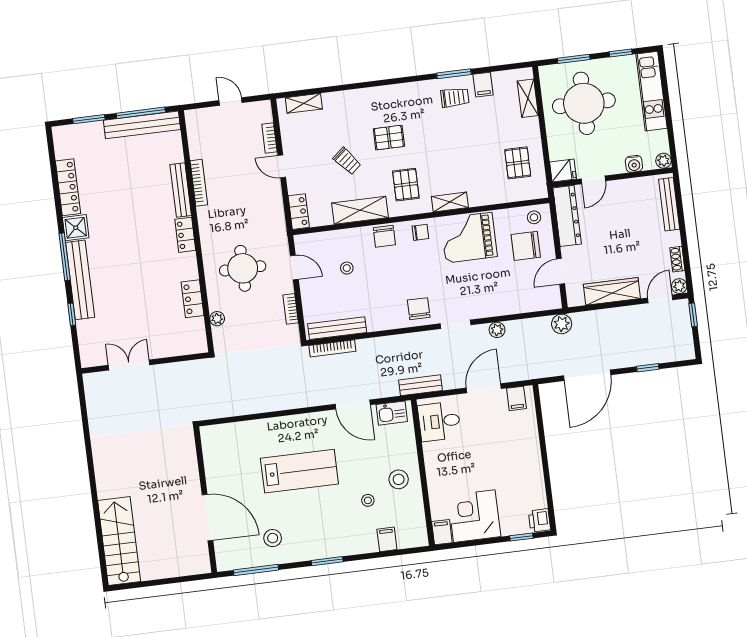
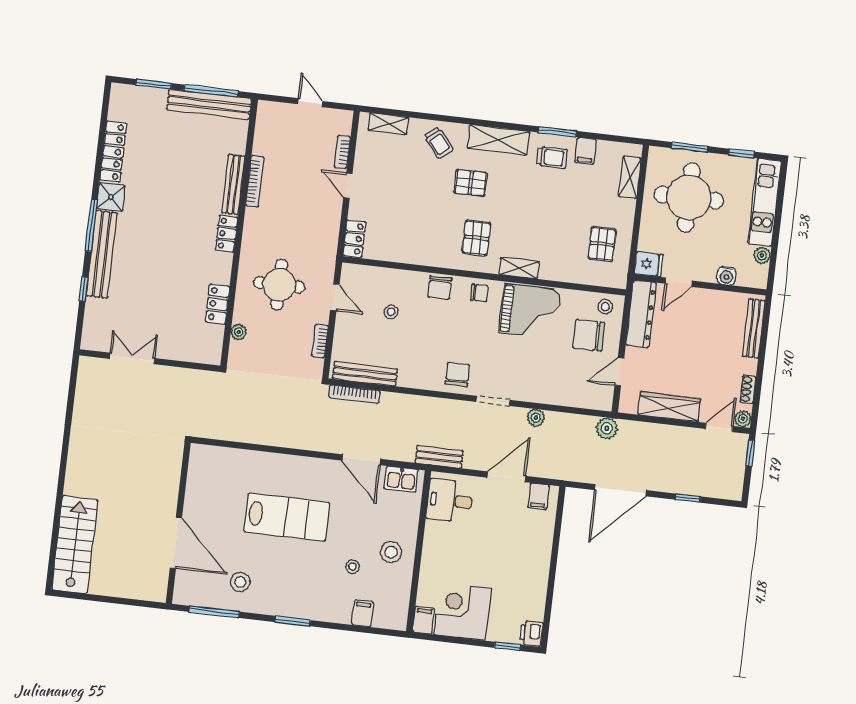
trolley: (347, 161) -> (439, 143), moved
plant: (664, 161) -> (762, 255), moved
shelving: (360, 210) -> (498, 140), moved
grand piano: (469, 238) -> (530, 311), turned 180

